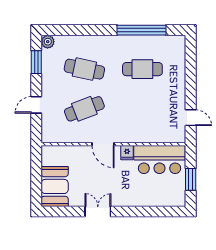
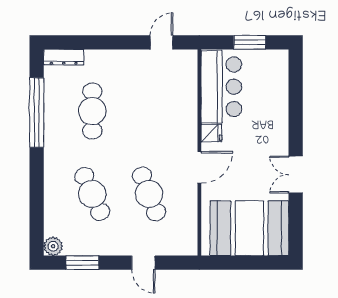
dresser: (180, 49) -> (64, 57), added
cafe table: (84, 69) -> (92, 194), turned -36
booth: (55, 186) -> (249, 228), width x1.36, depth x1.42

